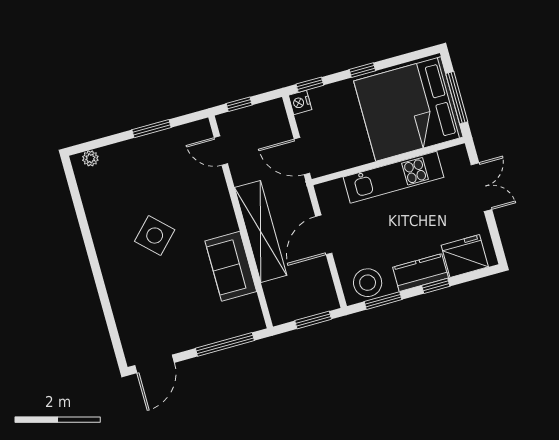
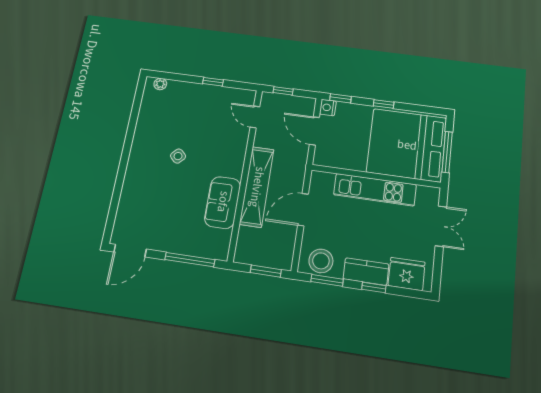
window: (151, 129) -> (213, 82), width x0.67
door: (302, 156) -> (314, 131), moved
side table: (155, 236) -> (178, 156), width x0.54, depth x0.54

